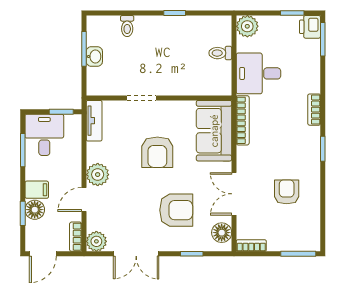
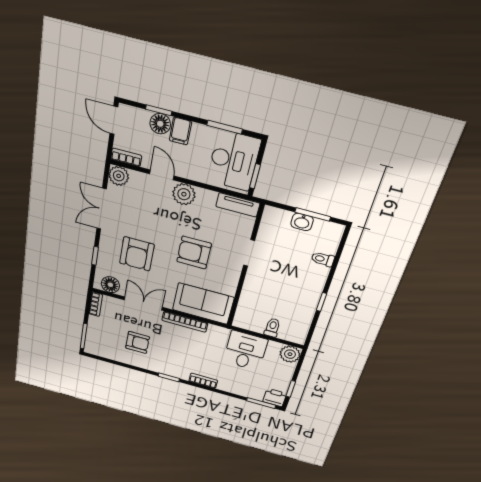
bookcase: (243, 120) -> (185, 322), moved
desk: (44, 135) -> (234, 160), width x1.37

